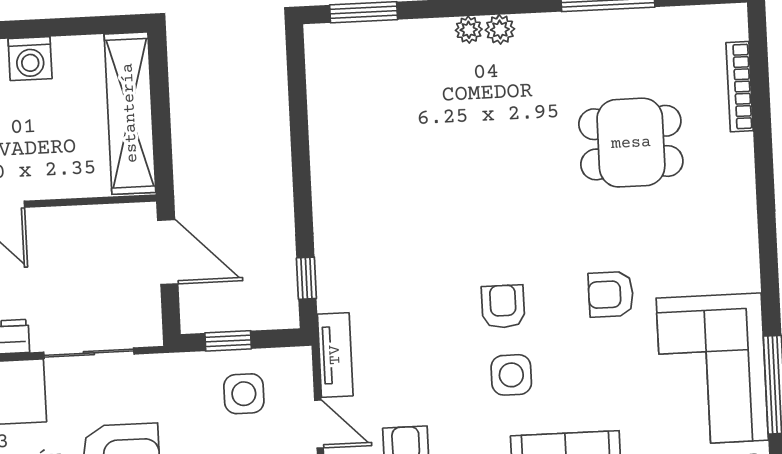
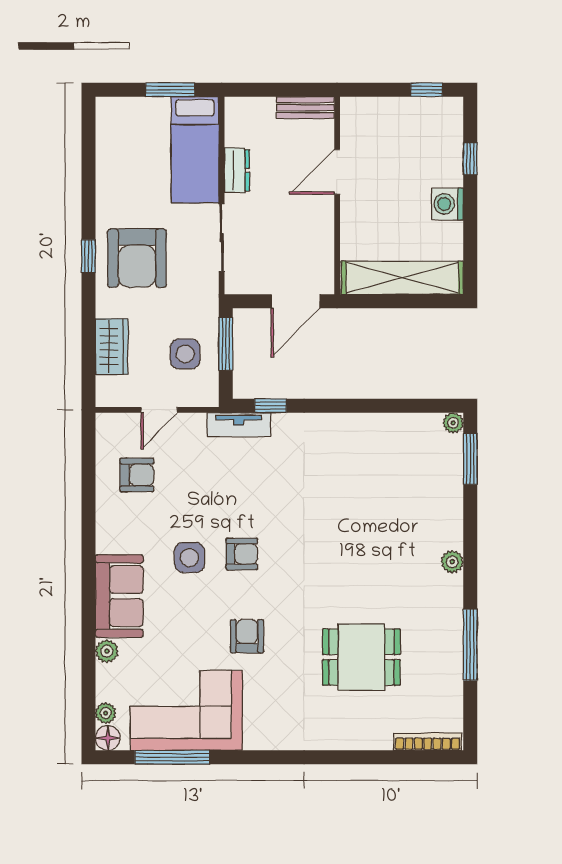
plant: (469, 30) -> (453, 423), moved
bookcase: (740, 87) -> (428, 742), moved
dining table: (631, 143) -> (361, 657), turned 90
window: (228, 341) -> (226, 344), width x1.50
tv unit: (335, 355) -> (239, 425), moved

